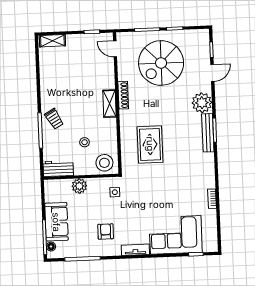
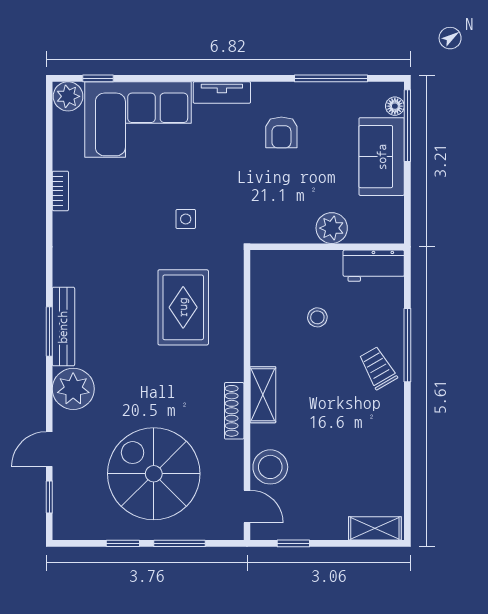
spiral stairs: (161, 63) -> (154, 474), turned -90
stool: (104, 163) -> (270, 467), moved
side table: (115, 192) -> (186, 219), moved
plant: (210, 245) -> (68, 96), added

